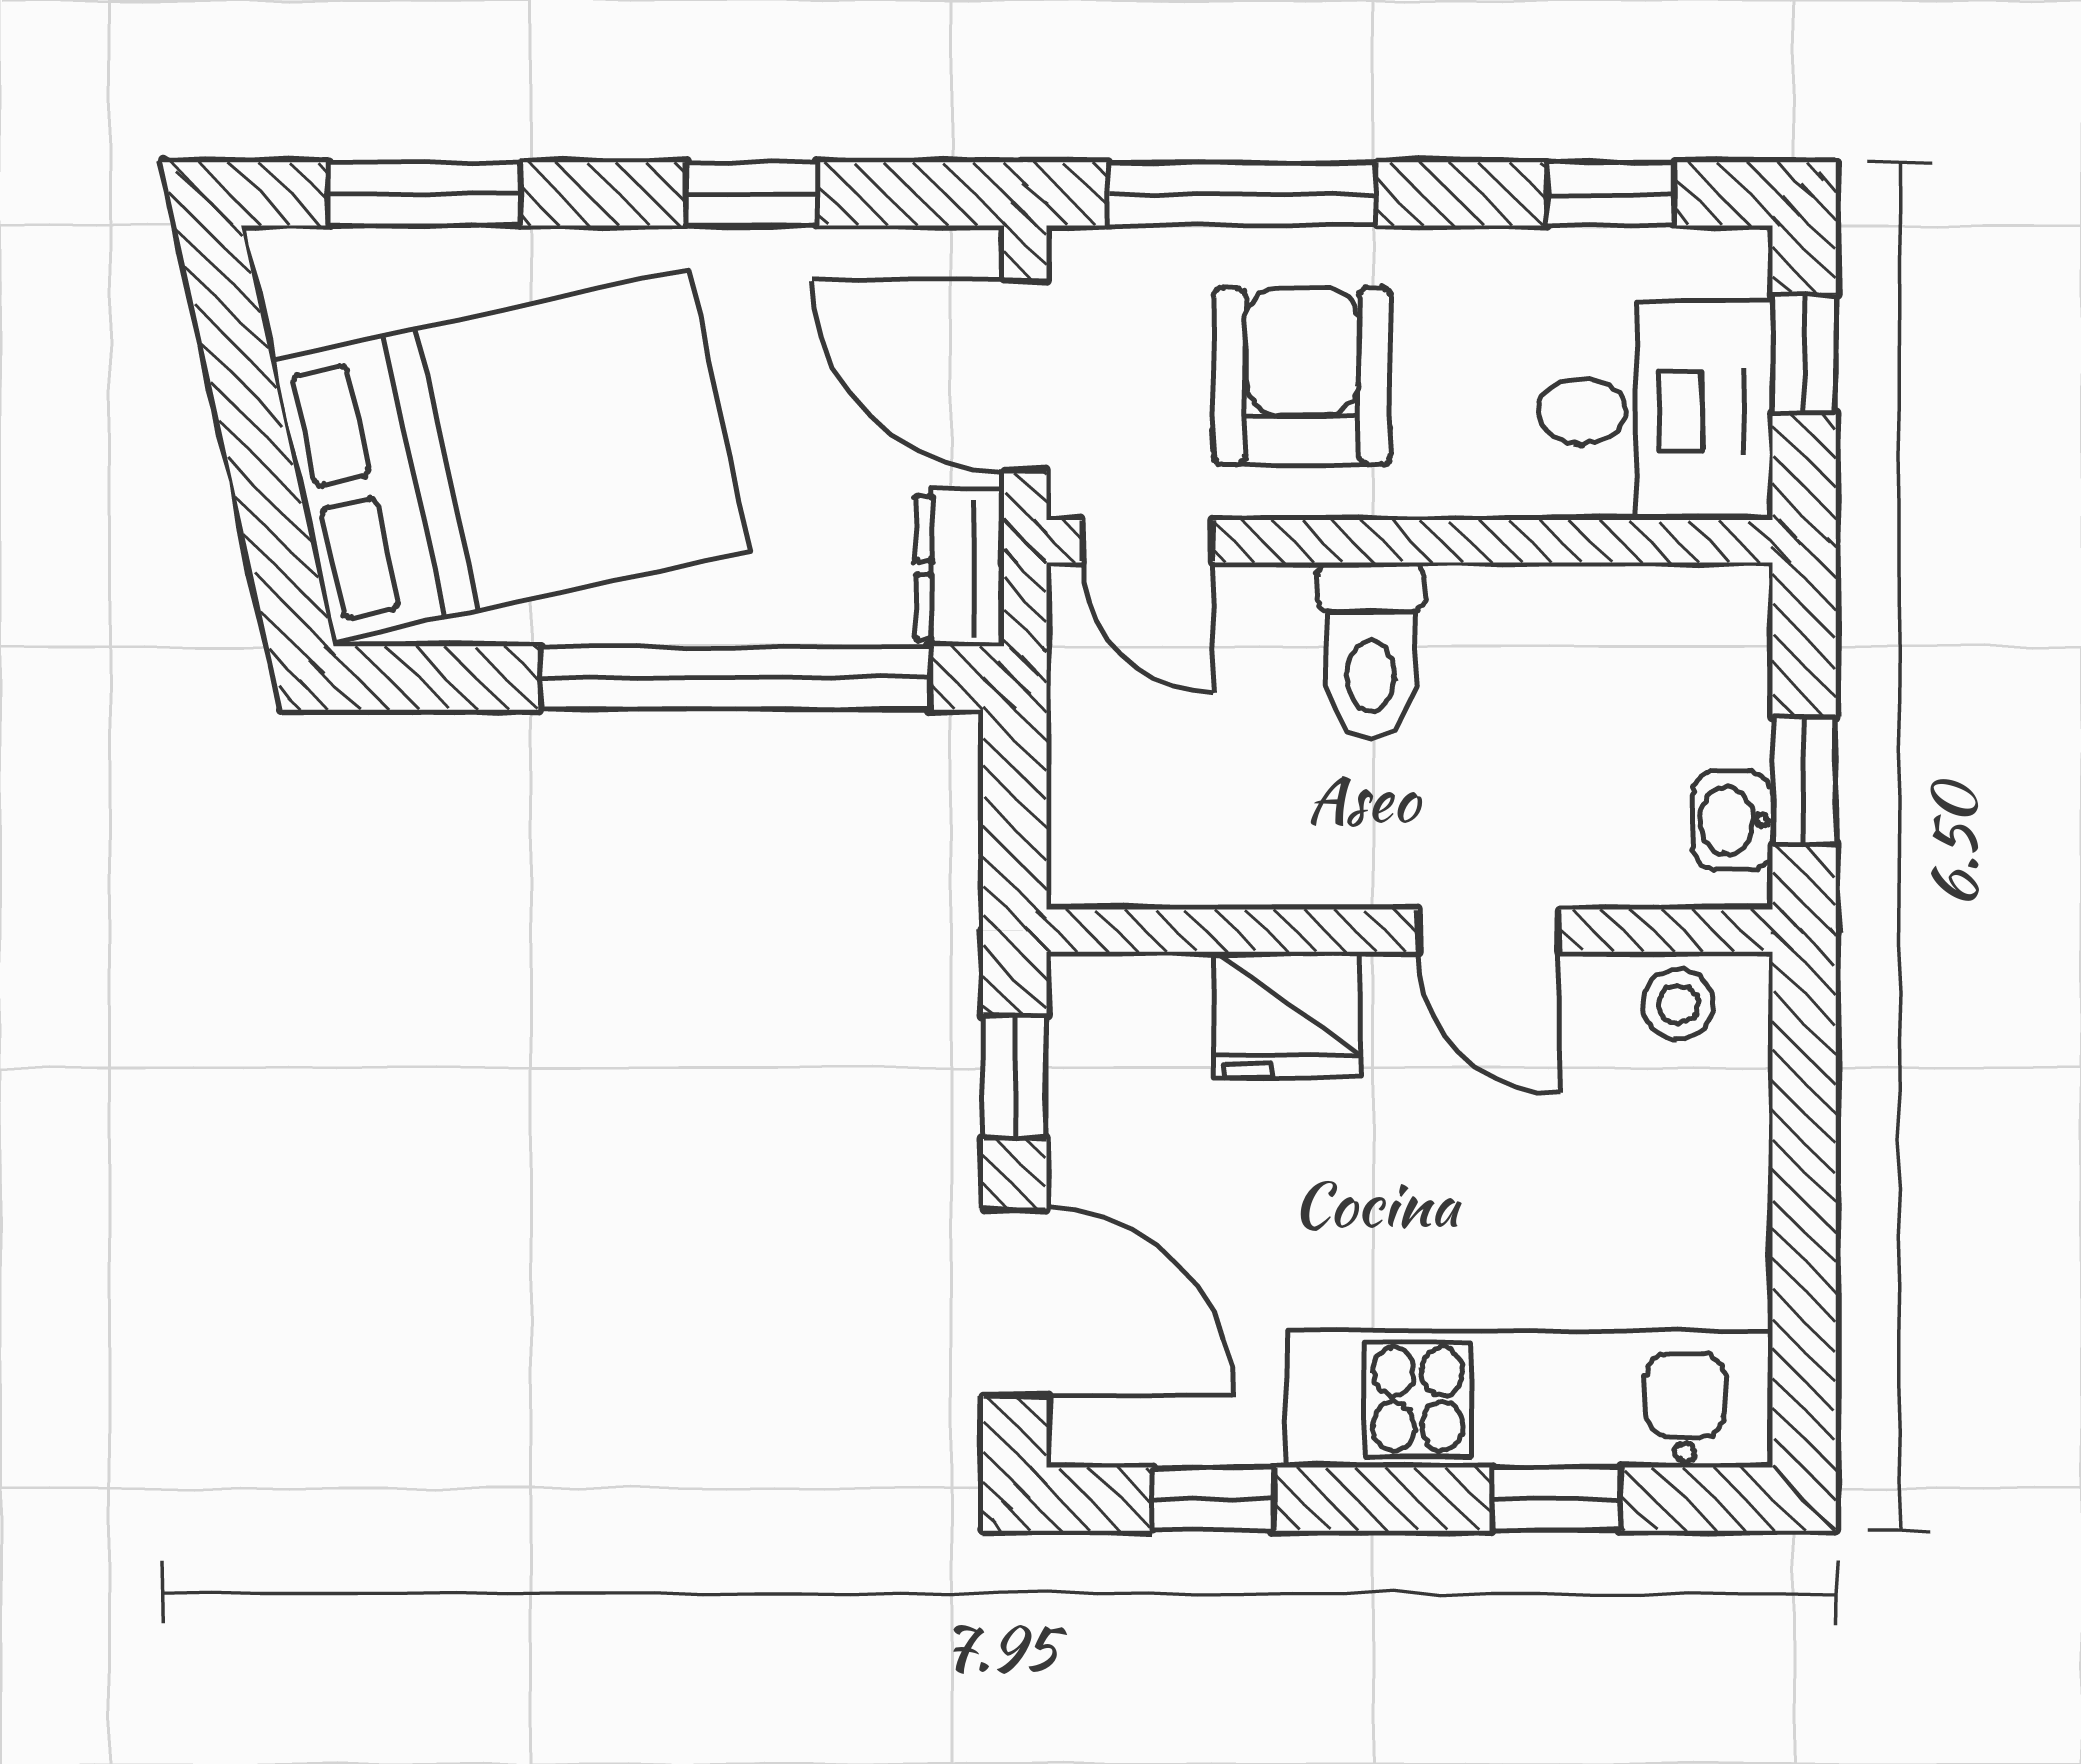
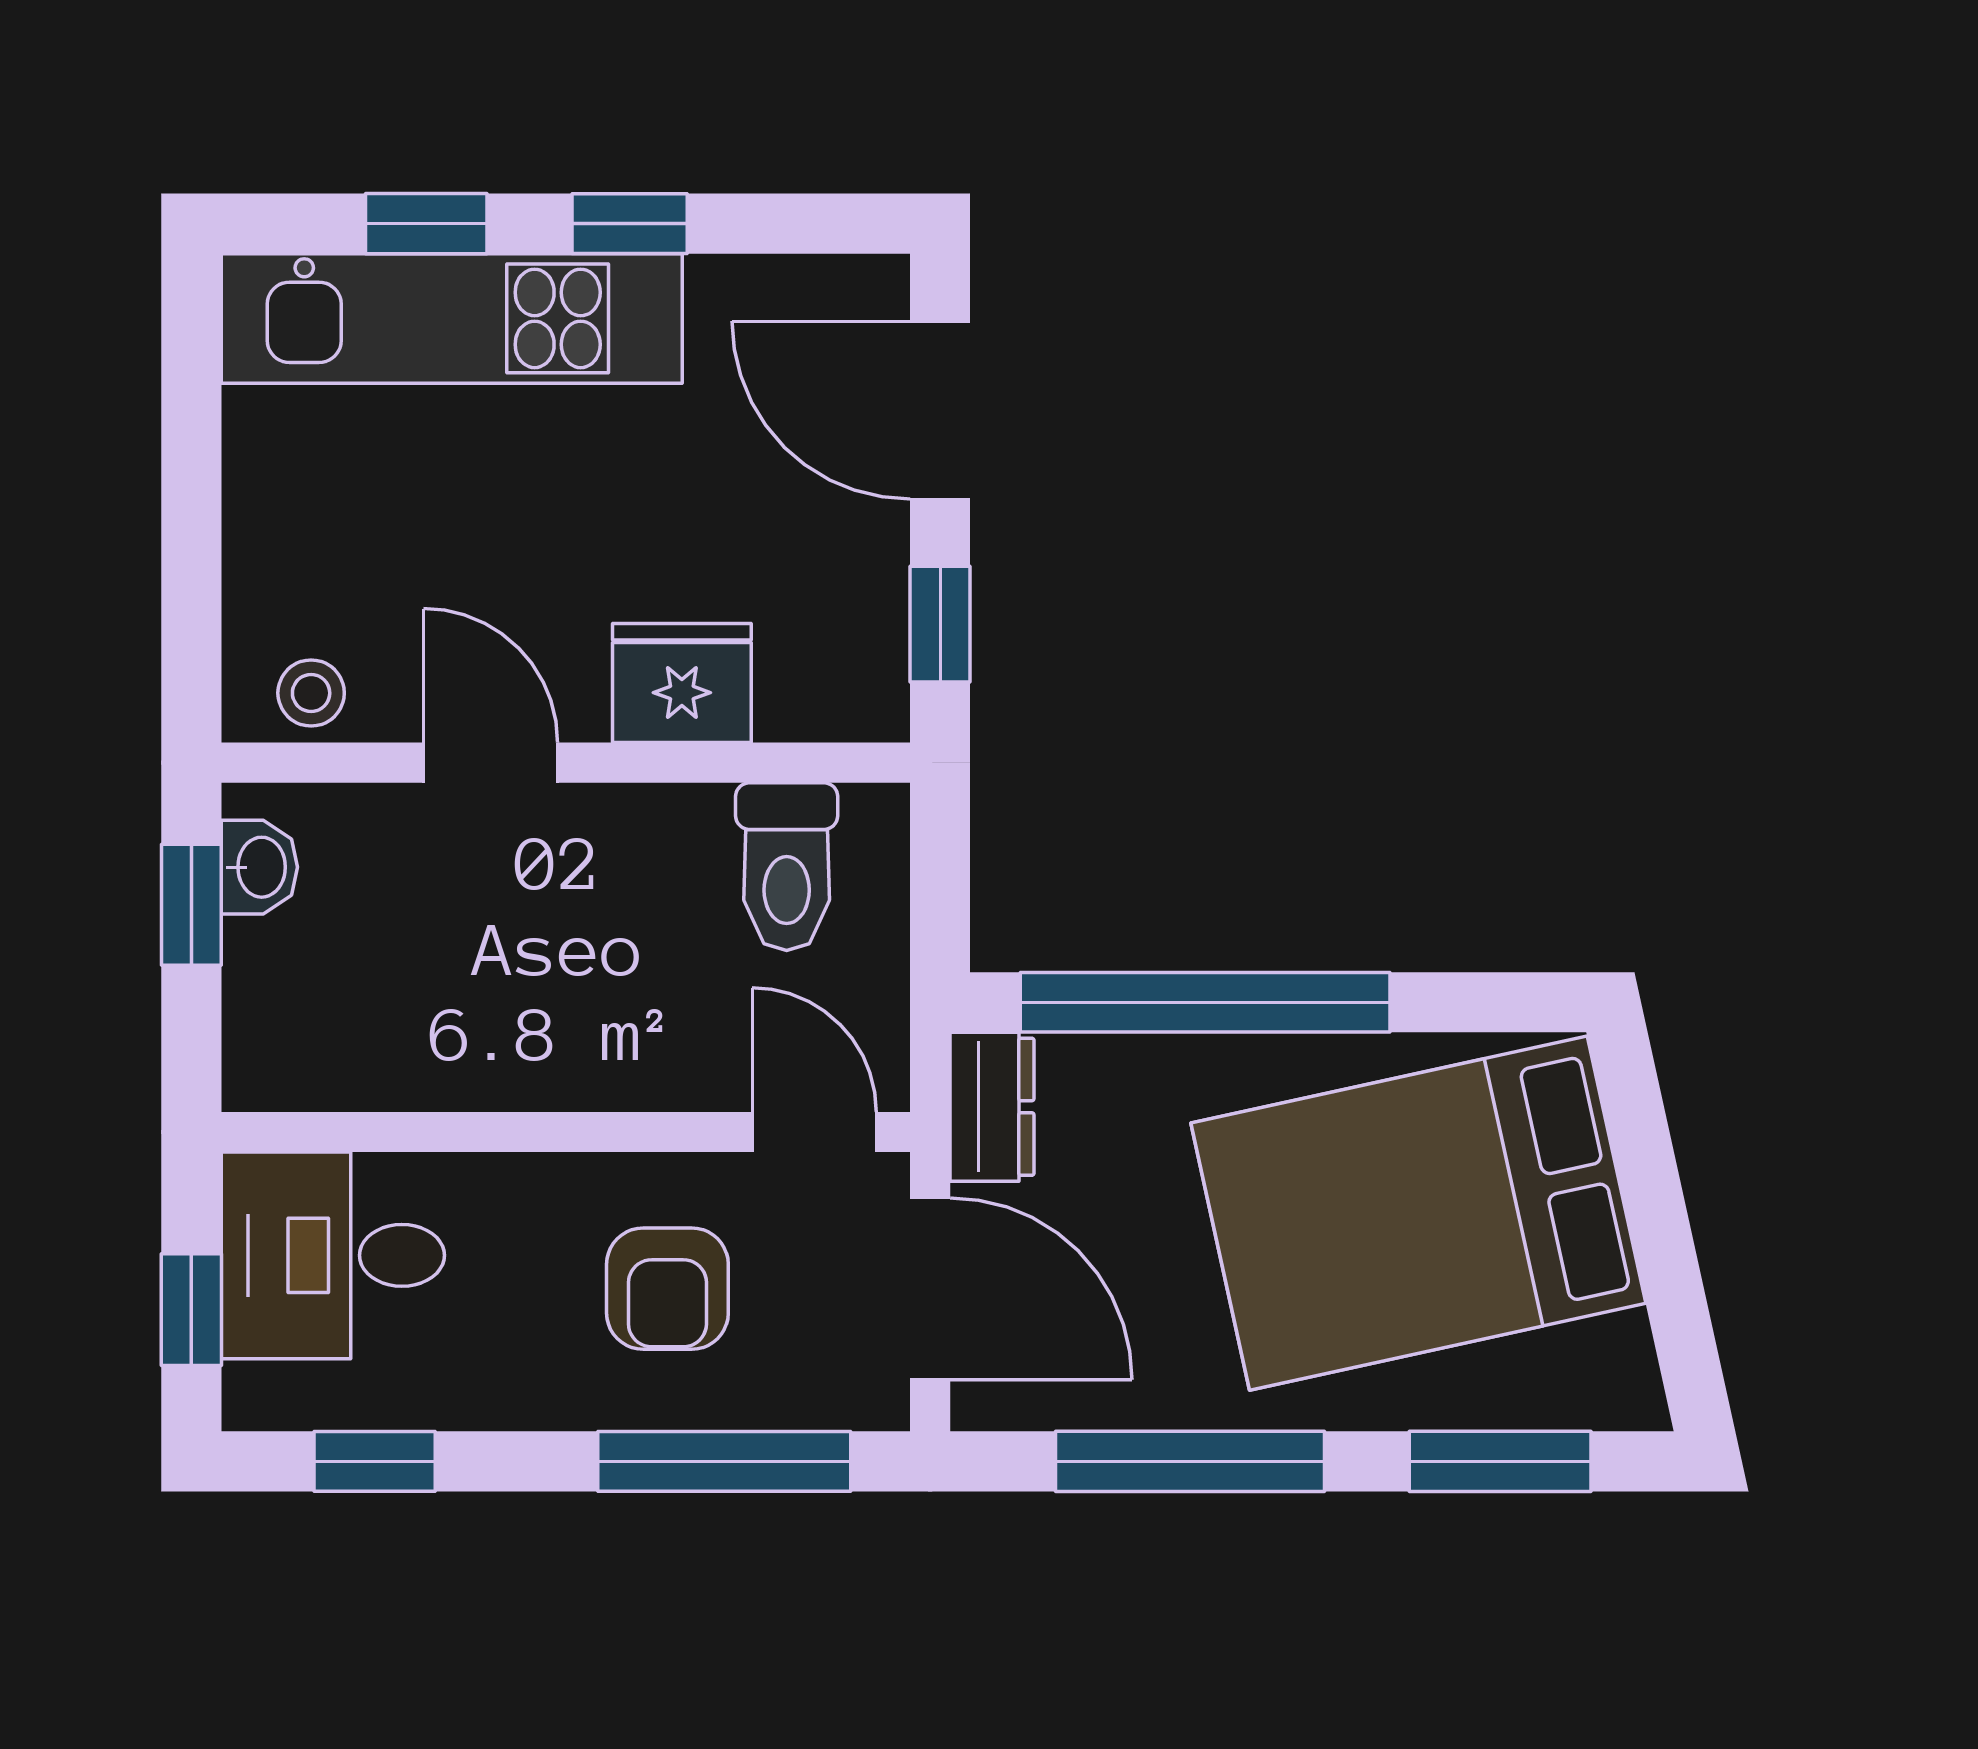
window: (751, 194) -> (1190, 1461), width x2.17
armchair: (1302, 376) -> (667, 1289), width x0.72, depth x0.72
toilet: (1371, 651) -> (787, 867), moved, turned 180
window: (1213, 1499) -> (630, 224), moved

